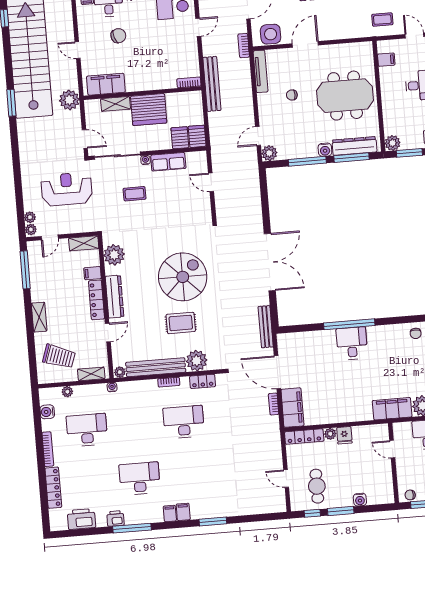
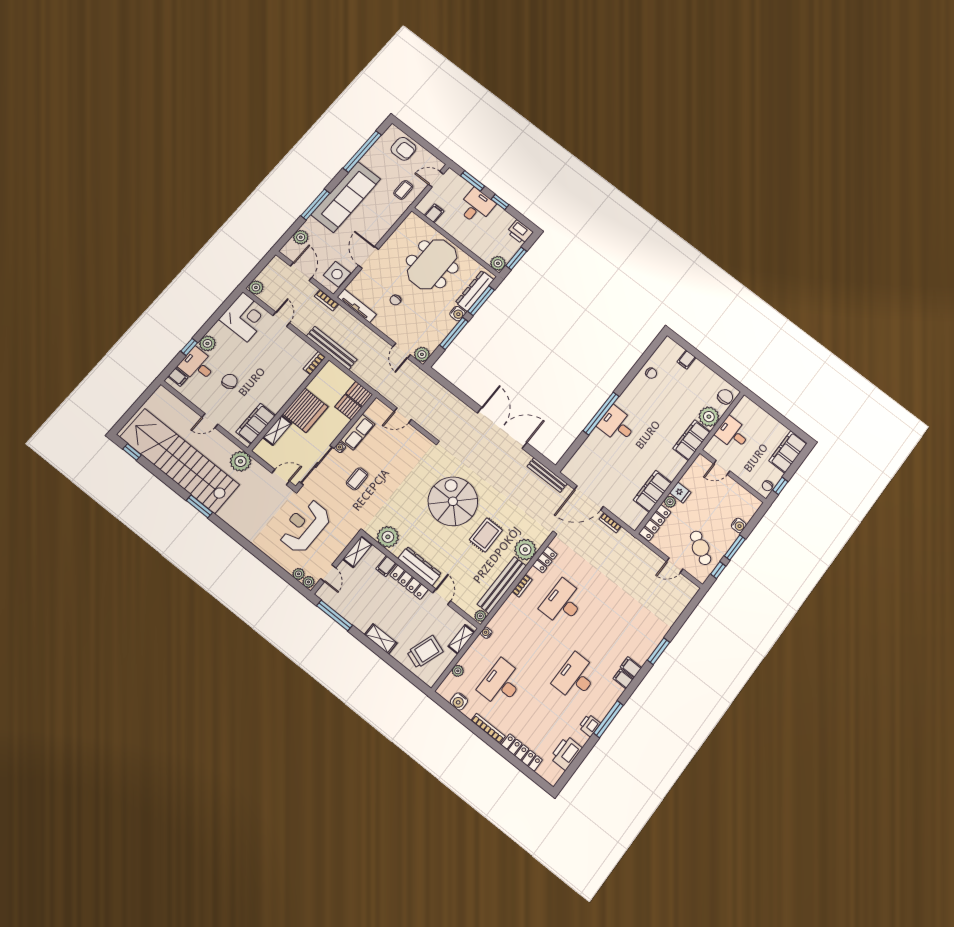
filing cabinet: (292, 408) -> (652, 491), moved, turned -90
cafe table: (317, 486) -> (701, 548), turned 32

